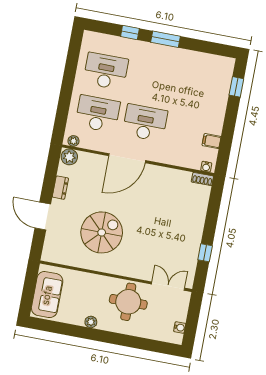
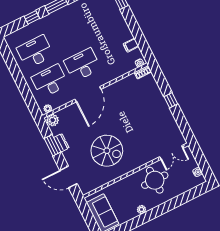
window: (49, 183) -> (52, 145), added
door: (43, 216) -> (68, 177), moved
spiral stairs: (102, 232) -> (107, 151), turned 90
window: (205, 253) -> (171, 100), moved
double door: (168, 286) -> (171, 152), swing flipped

